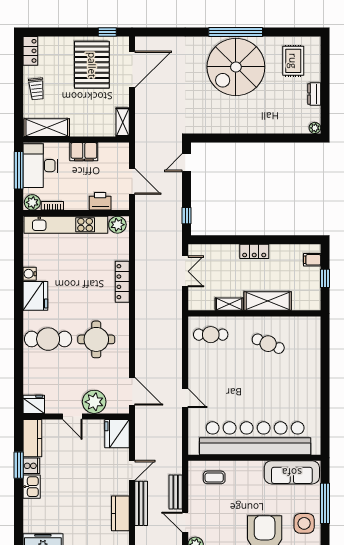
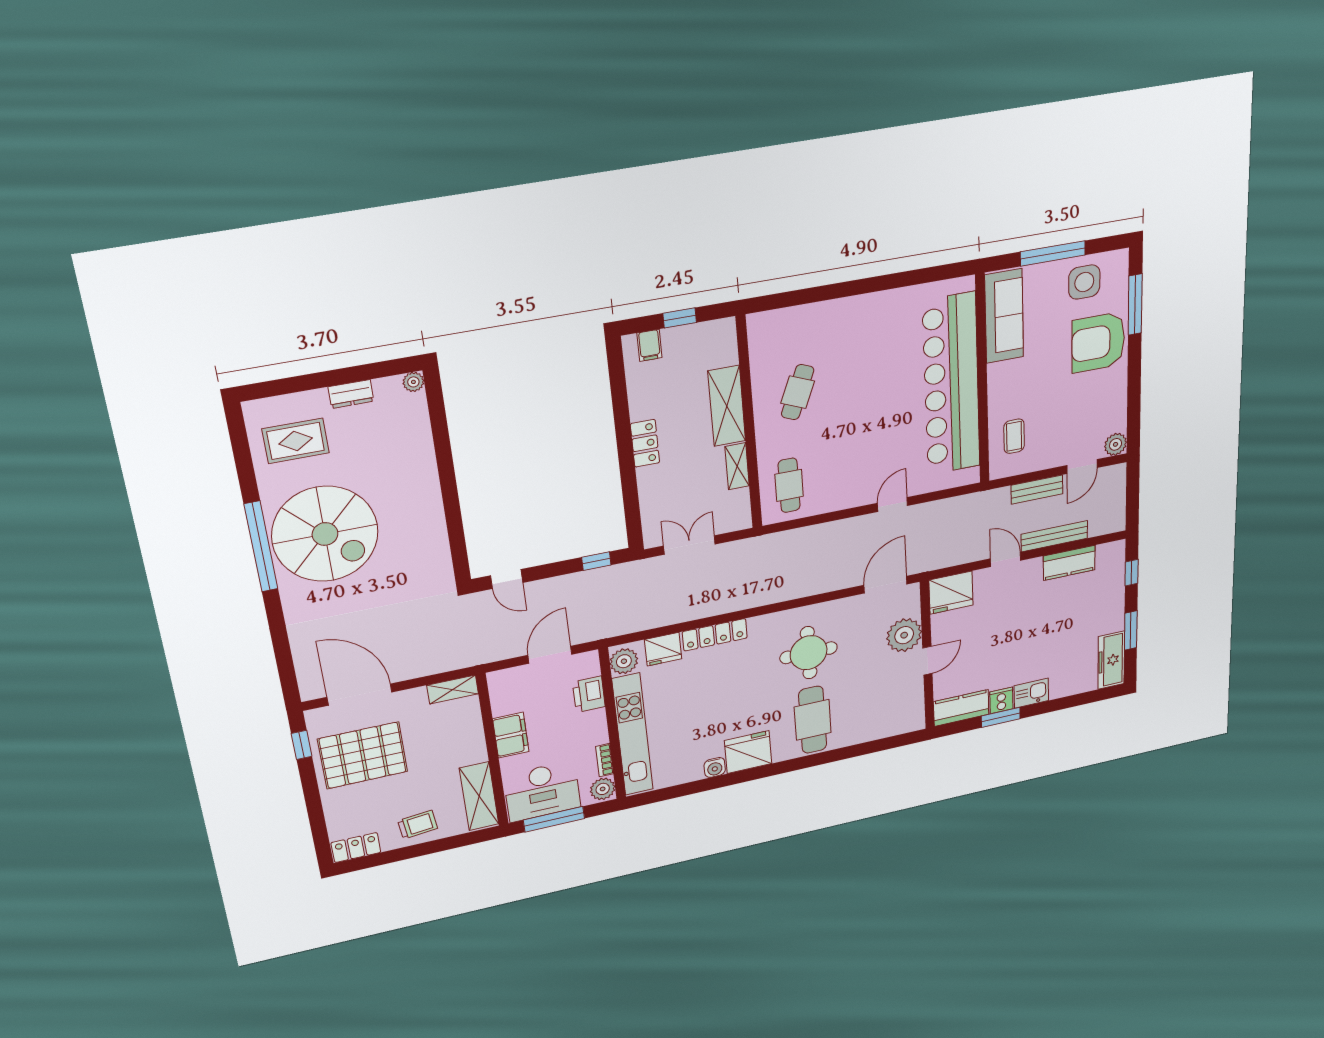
fridge: (34, 404) -> (663, 649), moved, turned -90

